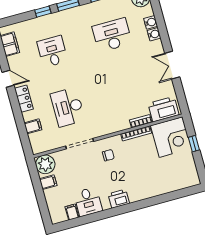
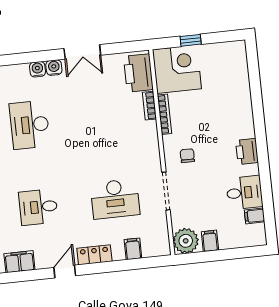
water cooler: (151, 22) -> (54, 68), moved

